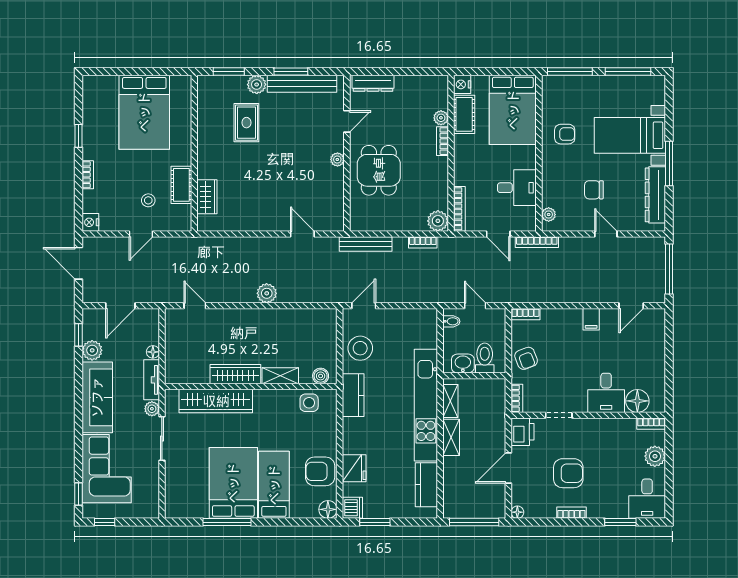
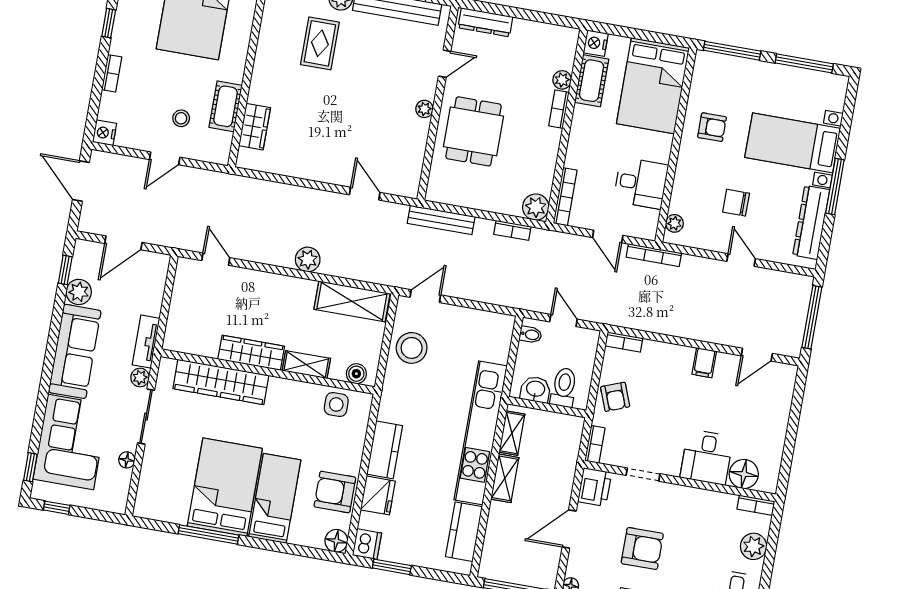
shelving: (307, 320) -> (352, 301), added
floor lamp: (153, 352) -> (127, 460), moved
kitchen counter: (353, 395) -> (385, 450), moved

